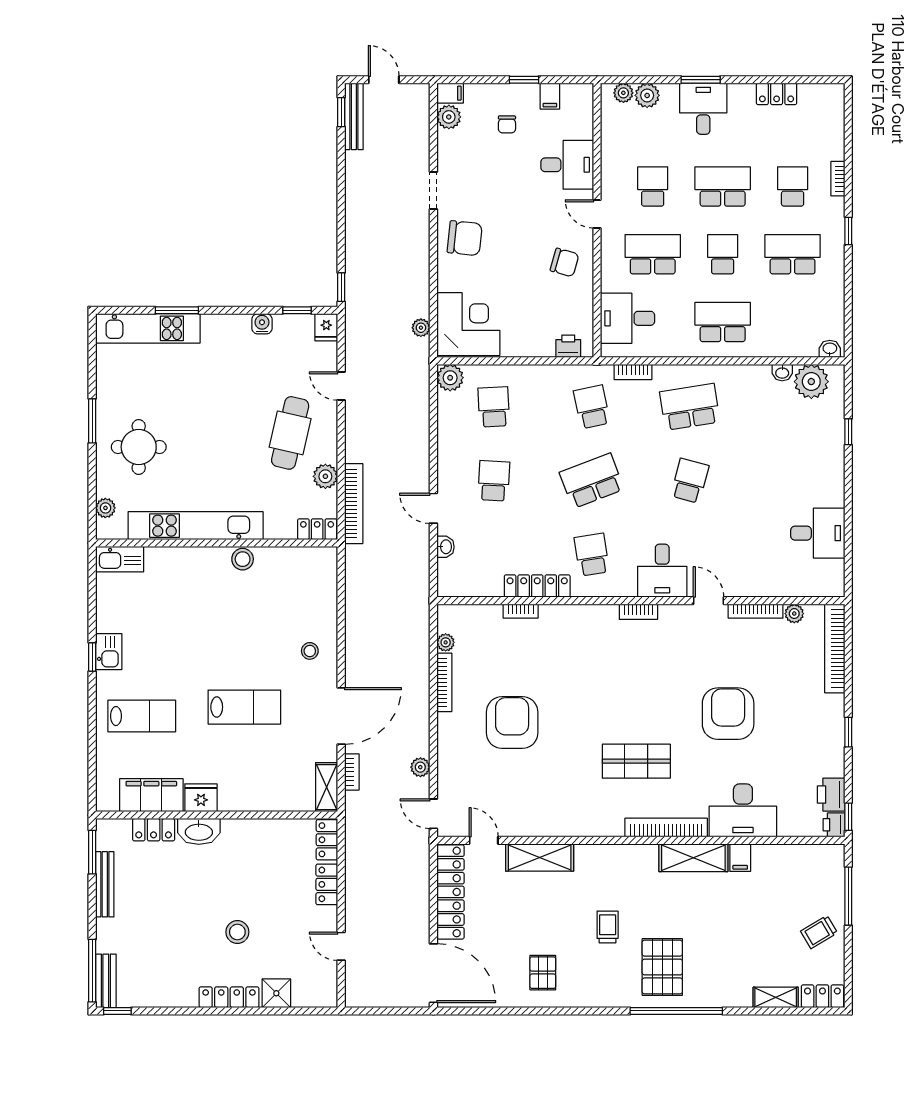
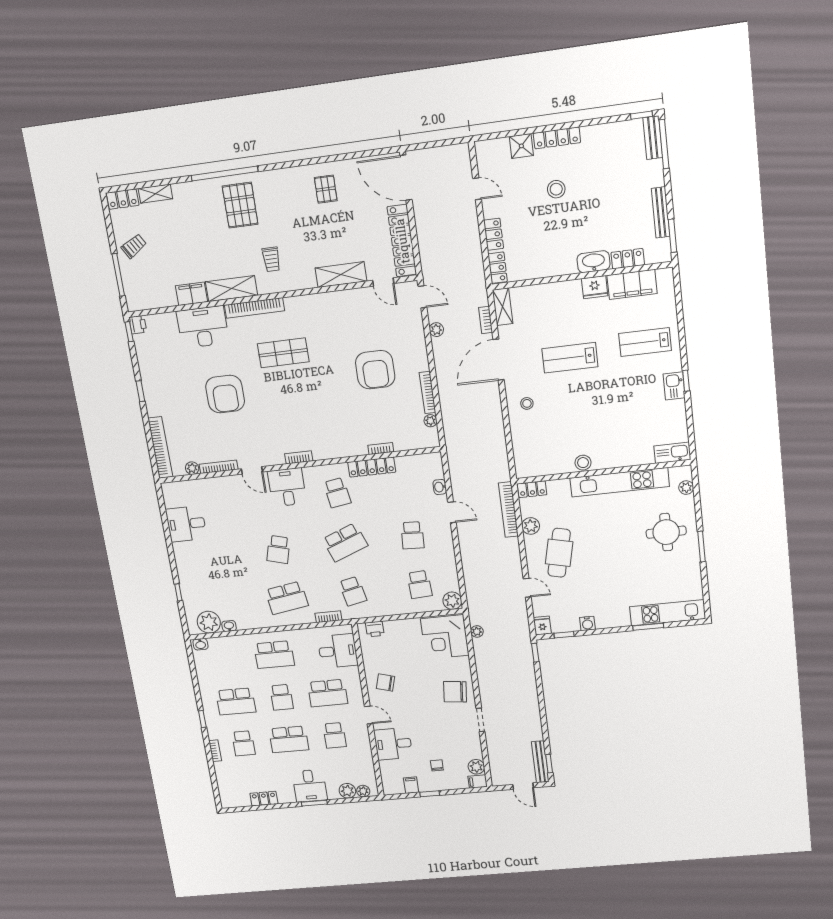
printer: (831, 795) -> (144, 346), removed
filing cabinet: (740, 858) -> (191, 294), width x2.00
trolley: (608, 927) -> (271, 259), moved

